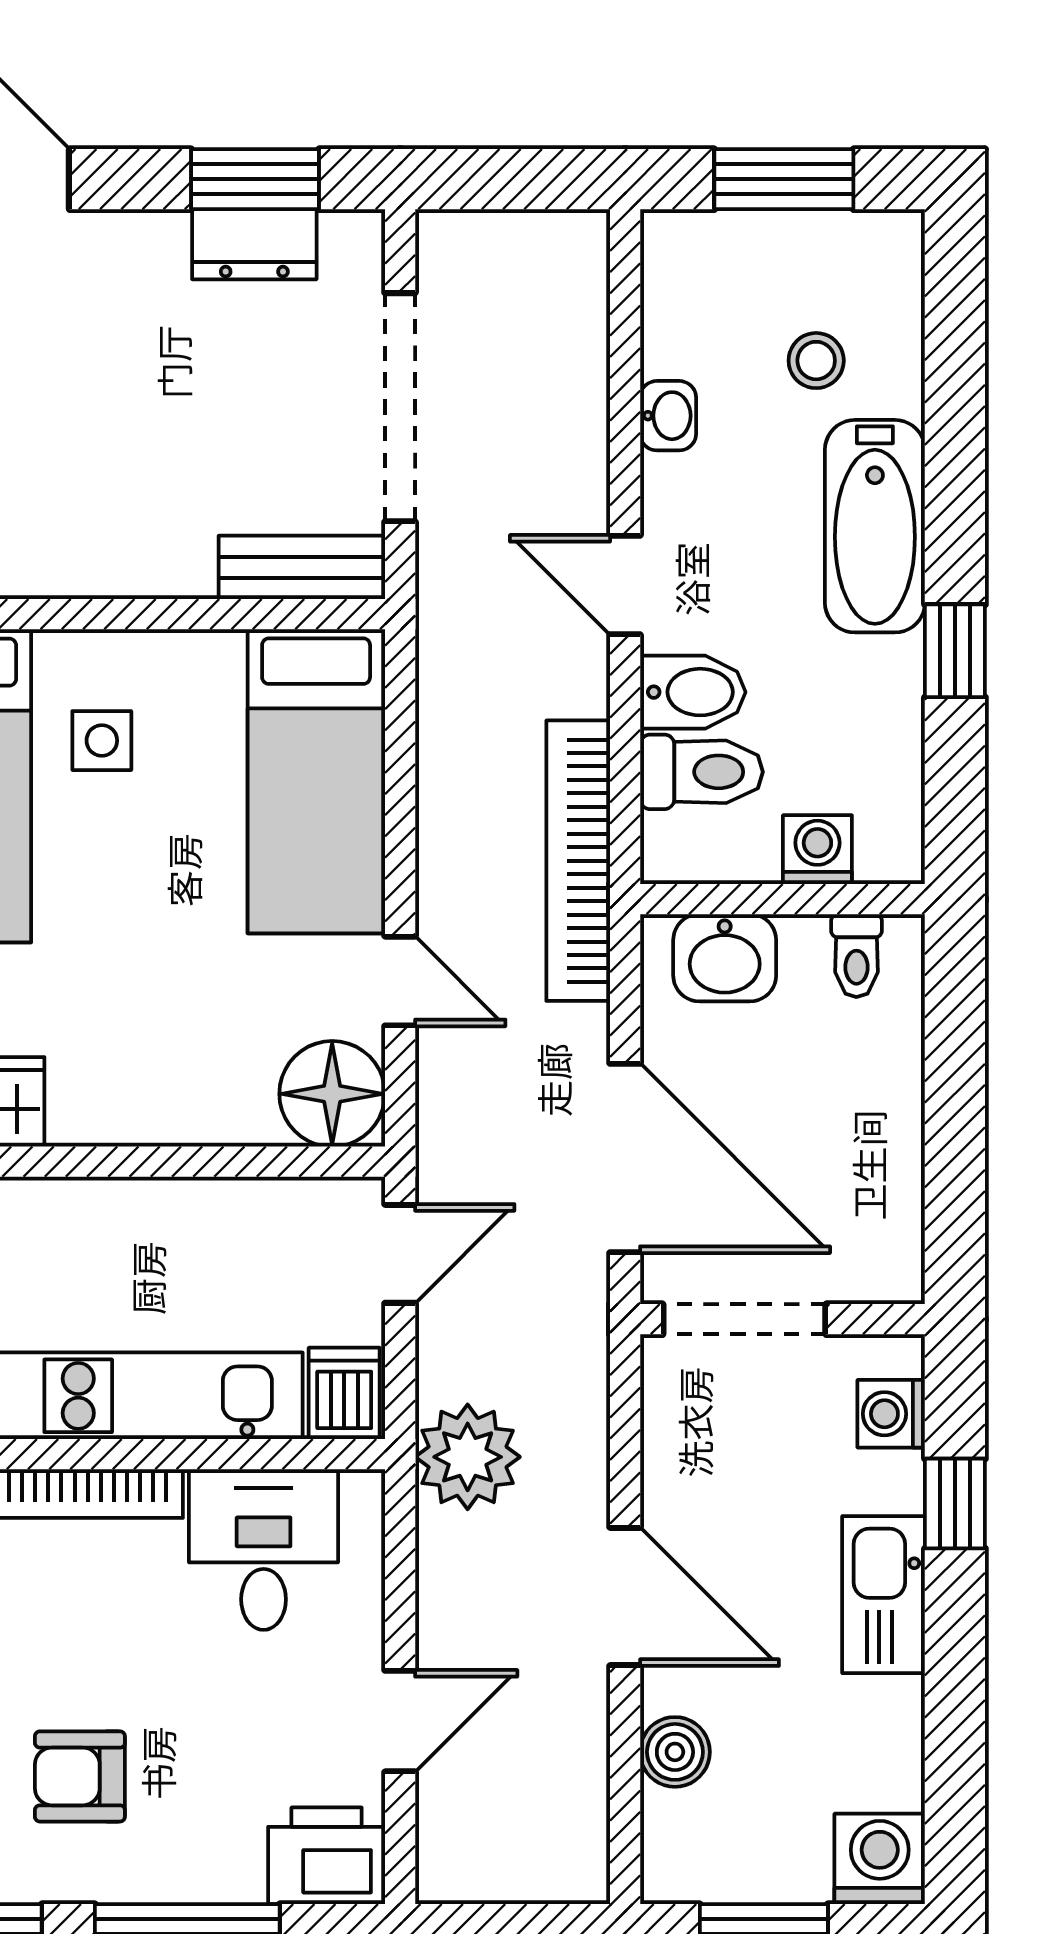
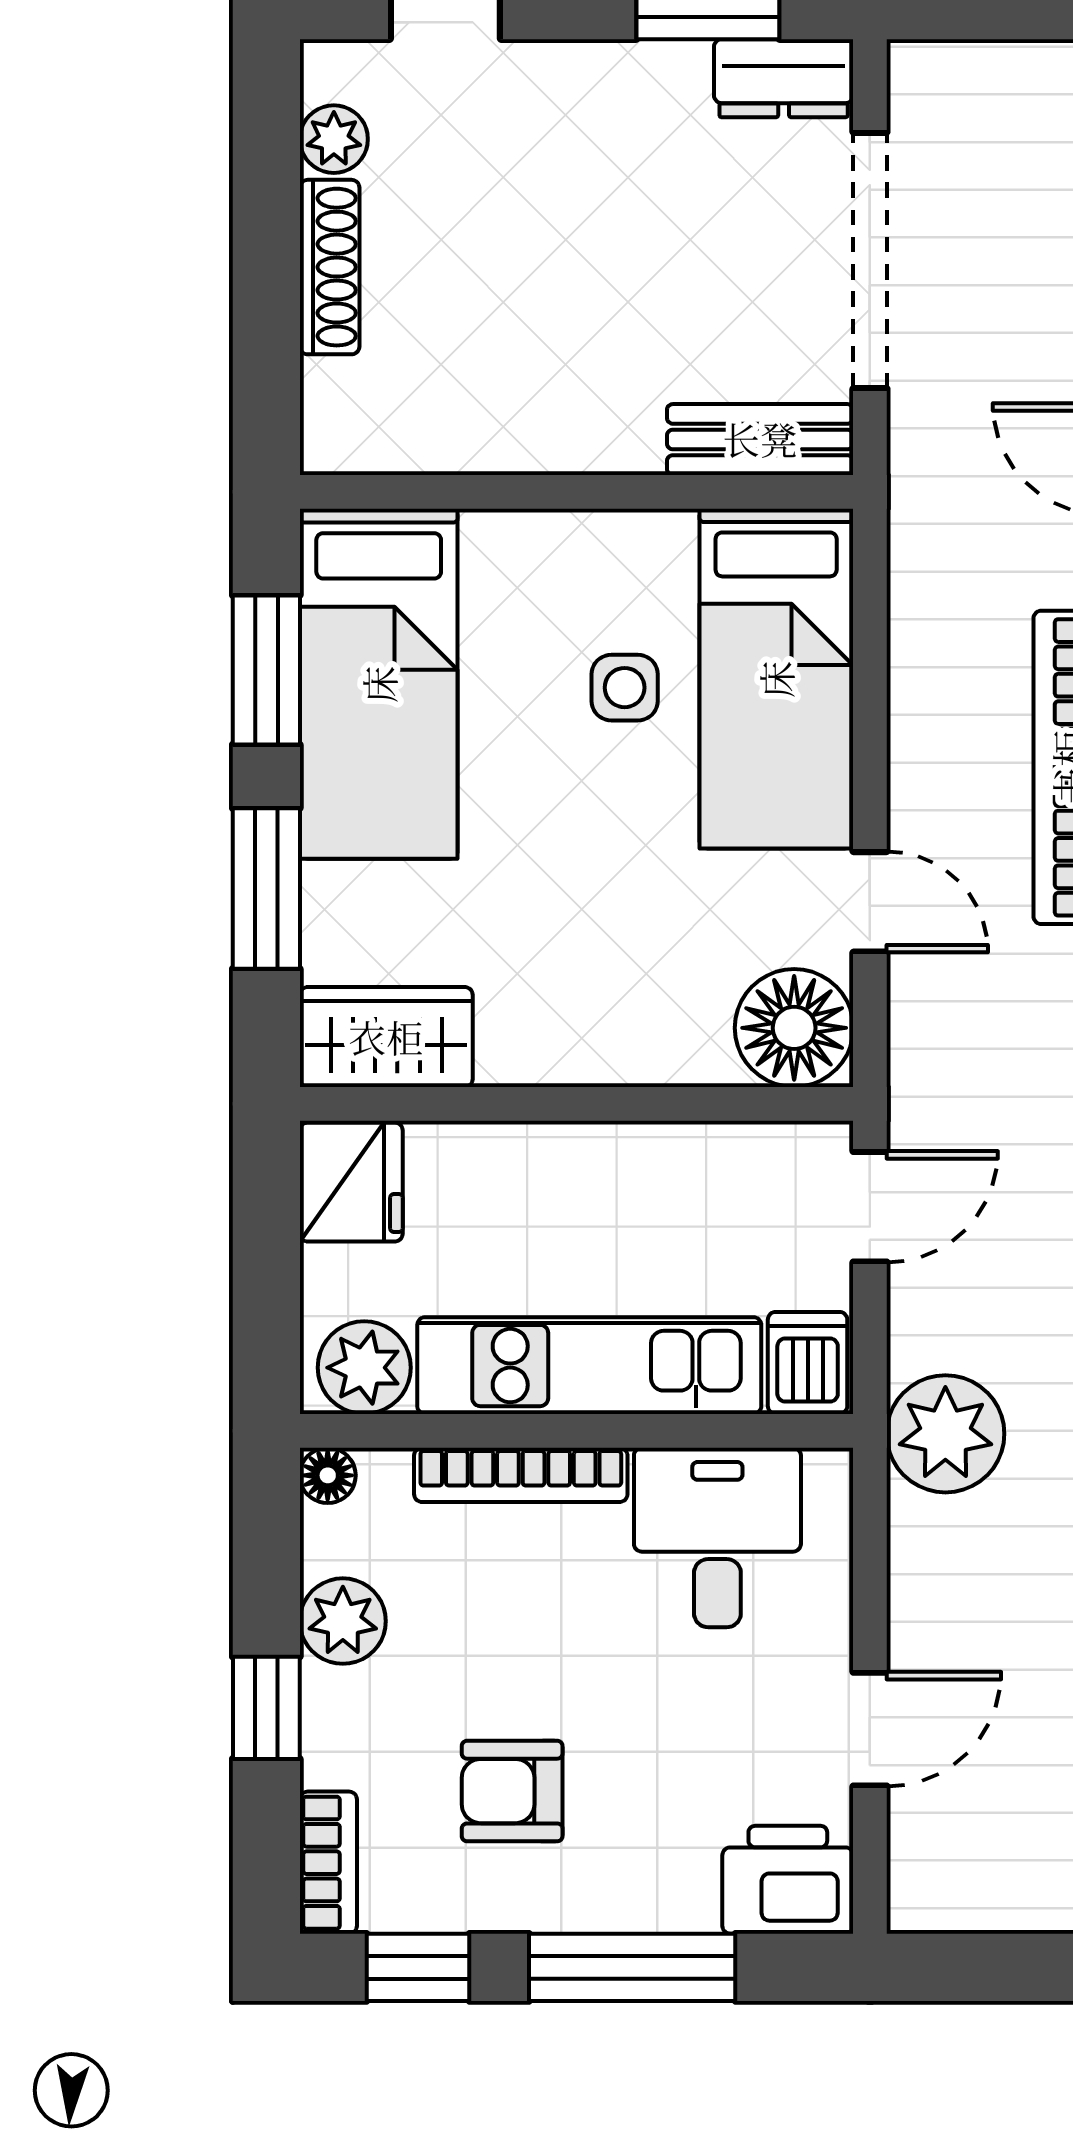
dresser: (254, 244) -> (784, 78), moved
side table: (102, 741) -> (625, 688), moved

